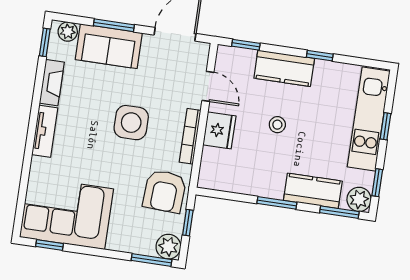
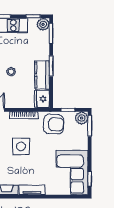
fridge: (219, 130) -> (42, 99), moved, turned -90
kitchen counter: (313, 191) -> (42, 75), moved

